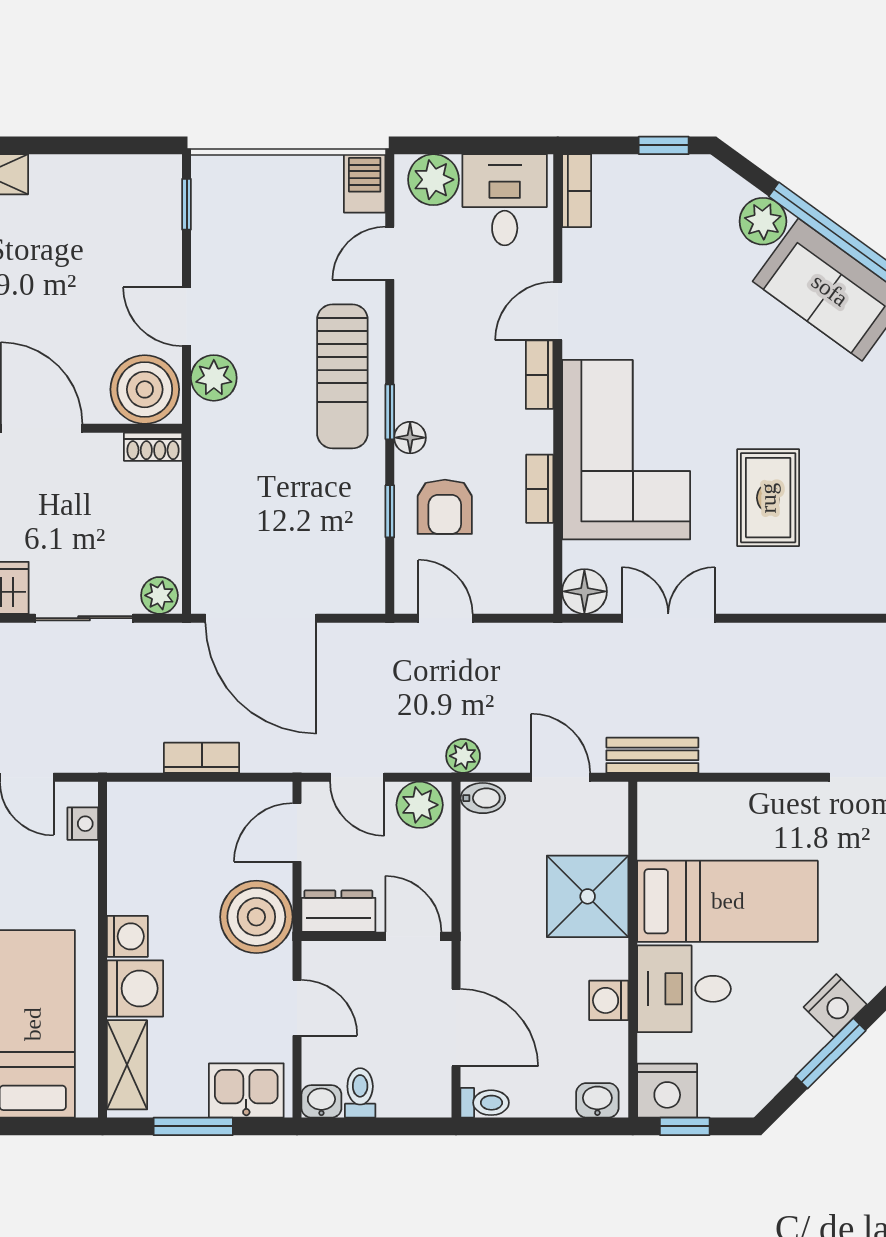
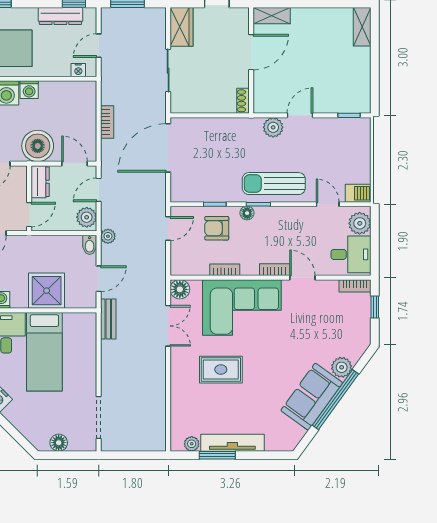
window: (664, 145) -> (375, 307), moved
boiler: (145, 389) -> (268, 97), removed
plant: (159, 595) -> (178, 104), removed

